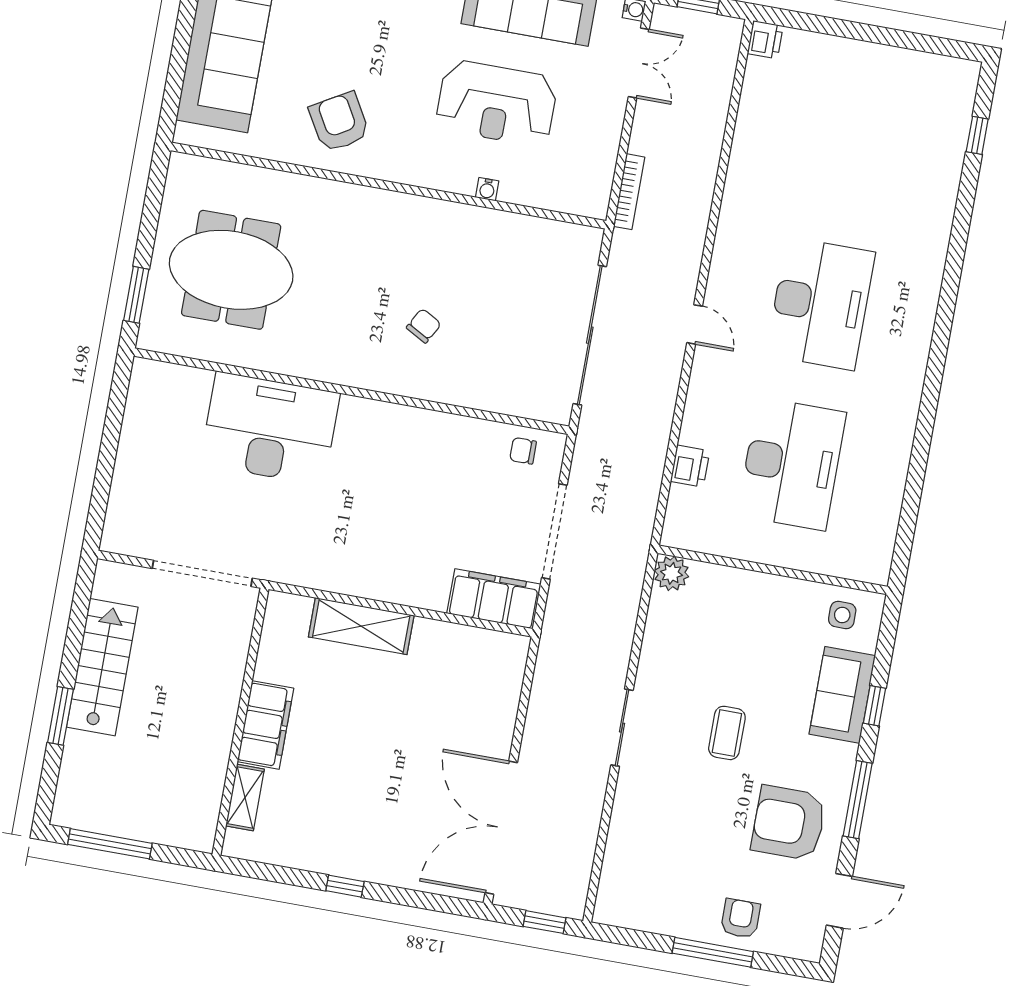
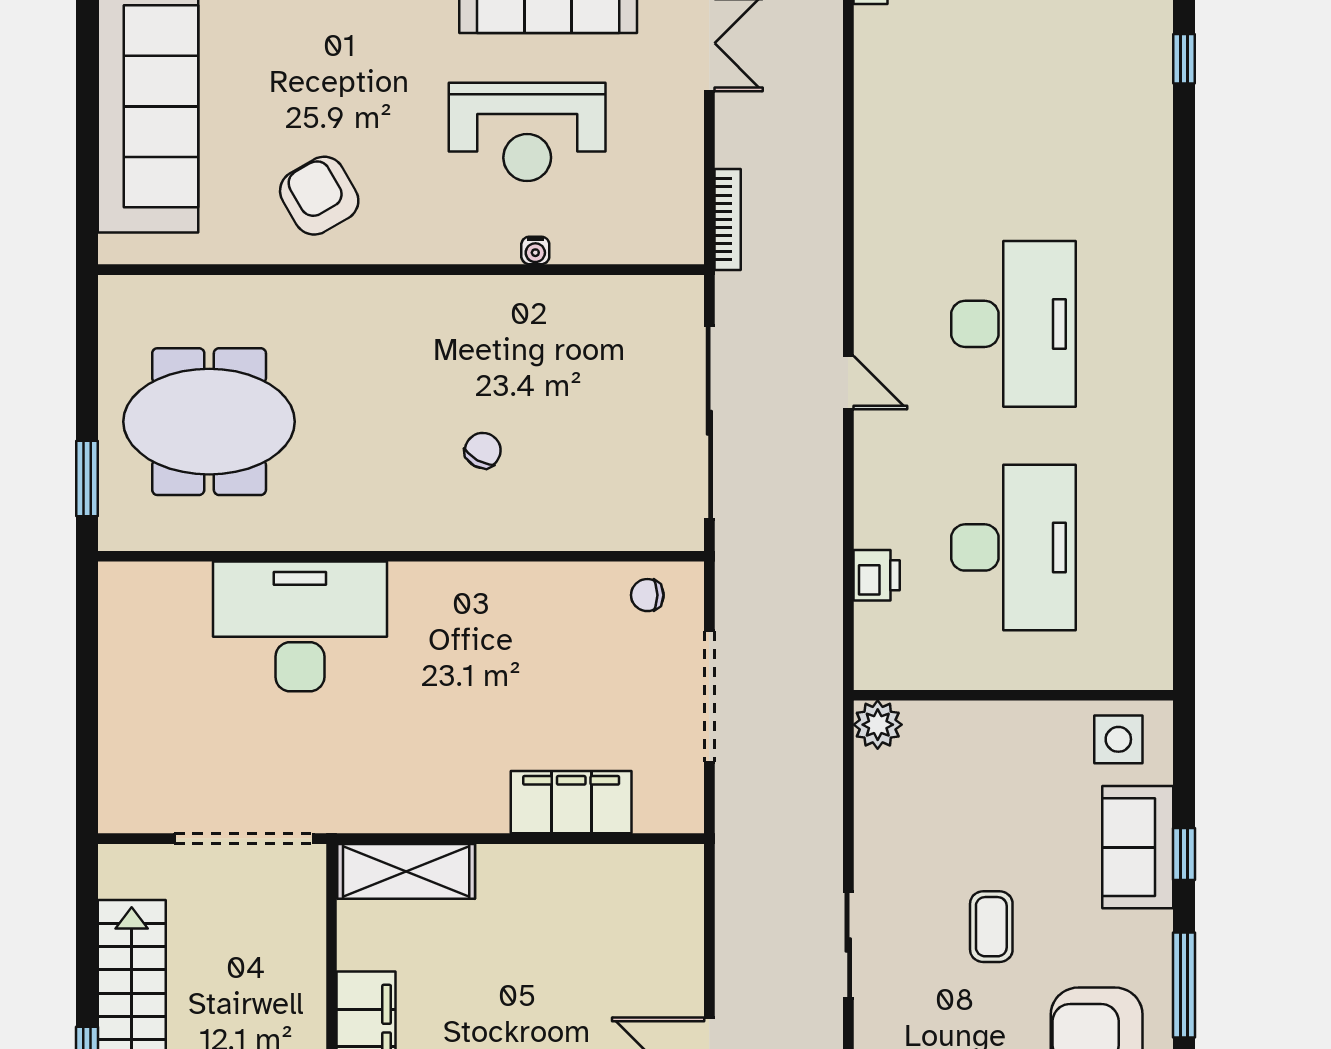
filing cabinet: (494, 599) -> (571, 802), moved
side table: (842, 615) -> (1118, 739), width x1.37, depth x1.37
shelving: (361, 626) -> (406, 871), moved

